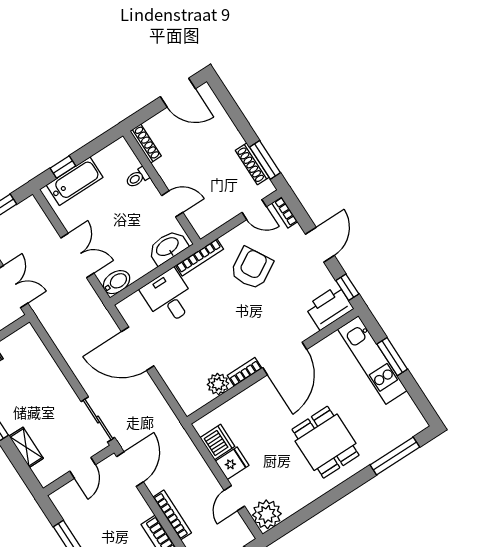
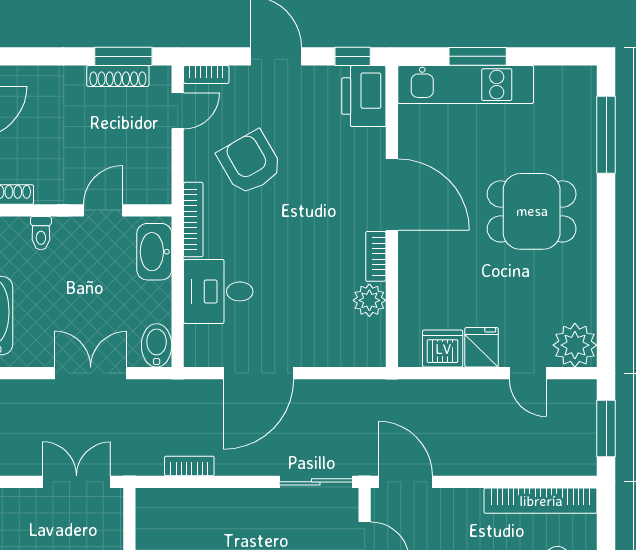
bookcase: (172, 515) -> (189, 466), moved, width x0.64

